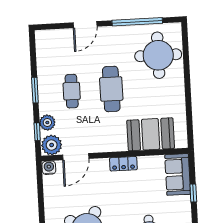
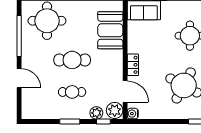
locker: (123, 164) -> (133, 65), moved

